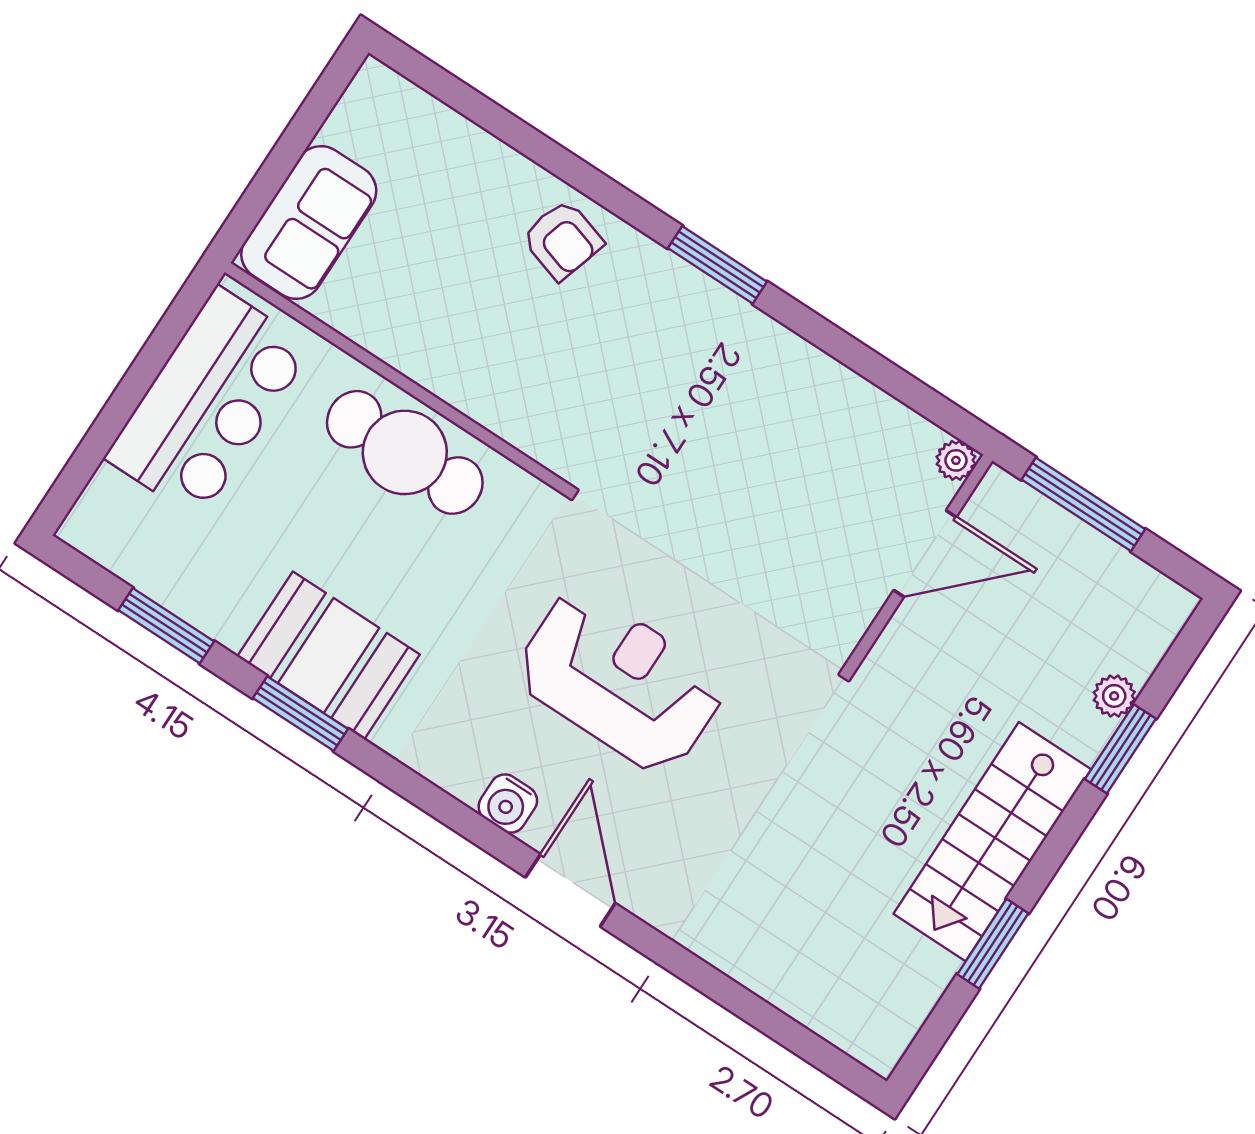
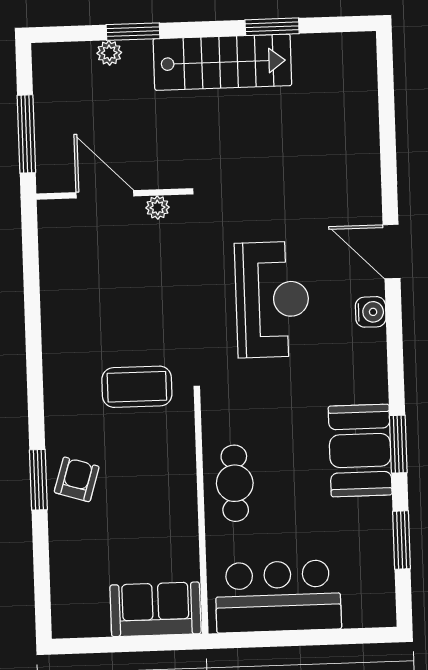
window: (717, 265) -> (38, 480), moved
coffee table: (631, 412) -> (137, 387), added
cafe table: (405, 452) -> (235, 483), width x0.73, depth x0.74
plant: (956, 460) -> (158, 207), moved
reception desk: (620, 681) -> (272, 299), turned 180
door: (570, 890) -> (391, 252), hinge flipped

